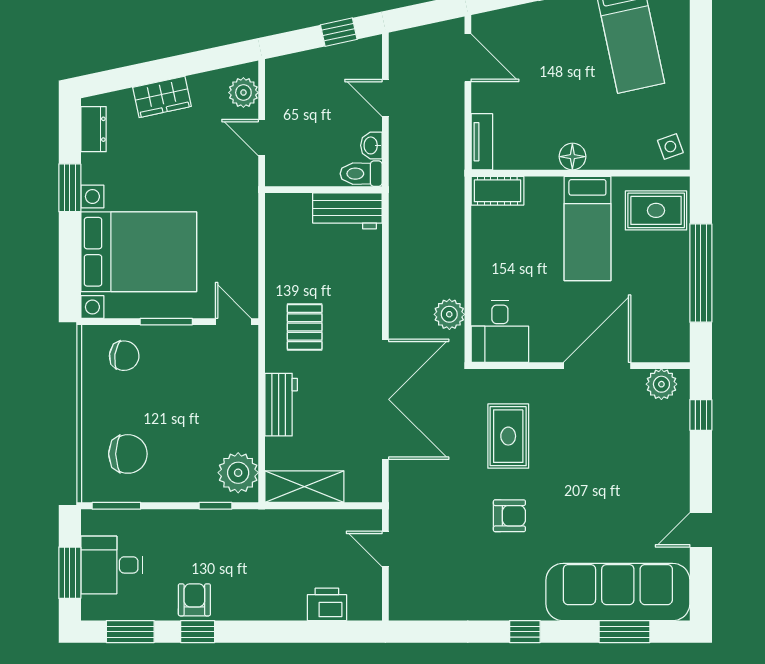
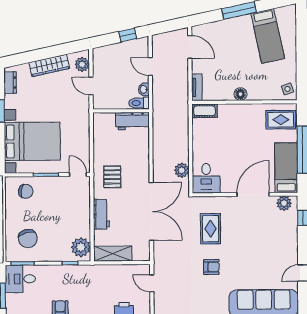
wardrobe: (162, 97) -> (49, 65), width x1.50
bed: (587, 229) -> (286, 168), moved, turned 180
chair: (128, 454) -> (28, 239), turned 75
desk: (112, 565) -> (20, 279), moved

